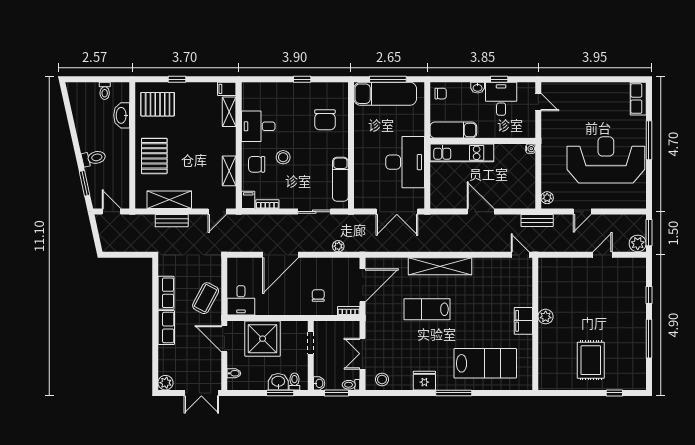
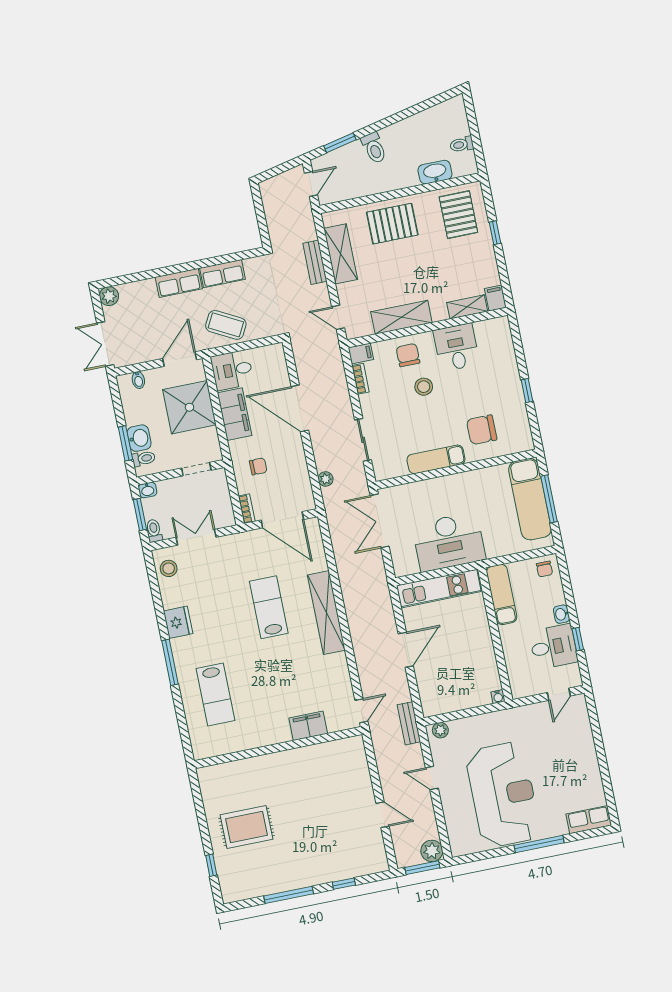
kitchen unit: (462, 153) -> (439, 589), moved, turned -90
shelving: (229, 171) -> (401, 317), width x1.50, depth x1.33
exam couch: (340, 179) -> (436, 459), moved
double door: (397, 212) -> (380, 521), moved
plant: (638, 243) -> (432, 851), moved
filing cabinet: (275, 305) -> (235, 414), added
plant: (546, 317) -> (290, 759), removed
filing cabinet: (523, 321) -> (308, 726), moved
lab bench: (485, 363) -> (215, 695), width x0.73, depth x0.72

